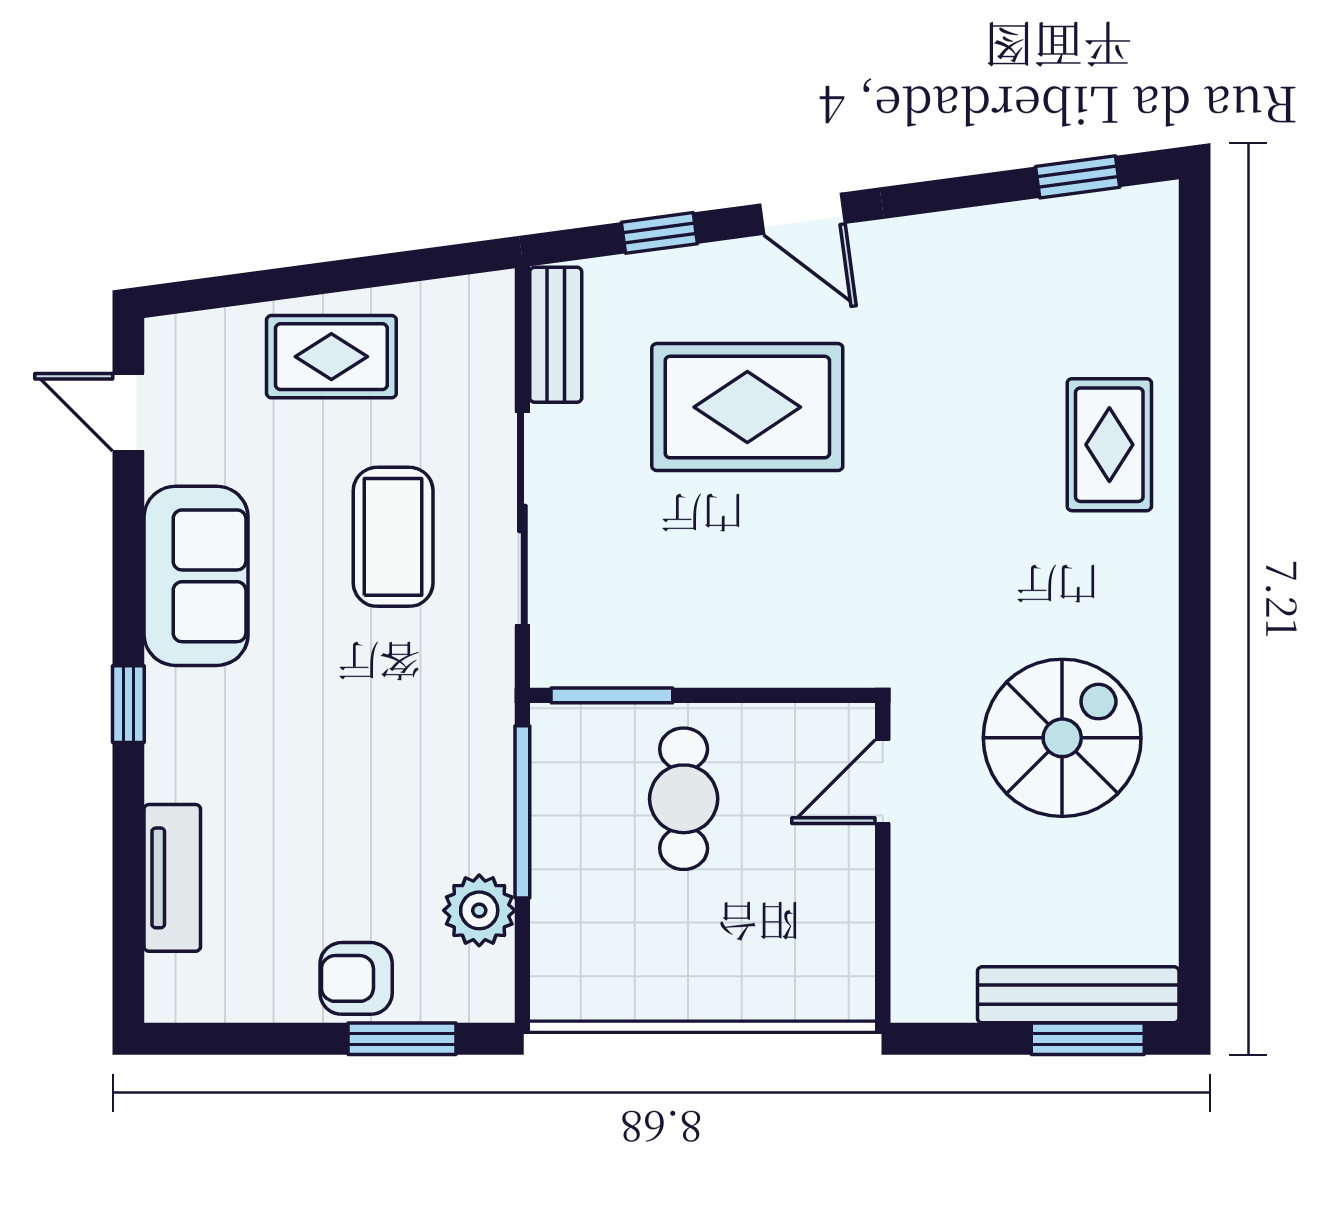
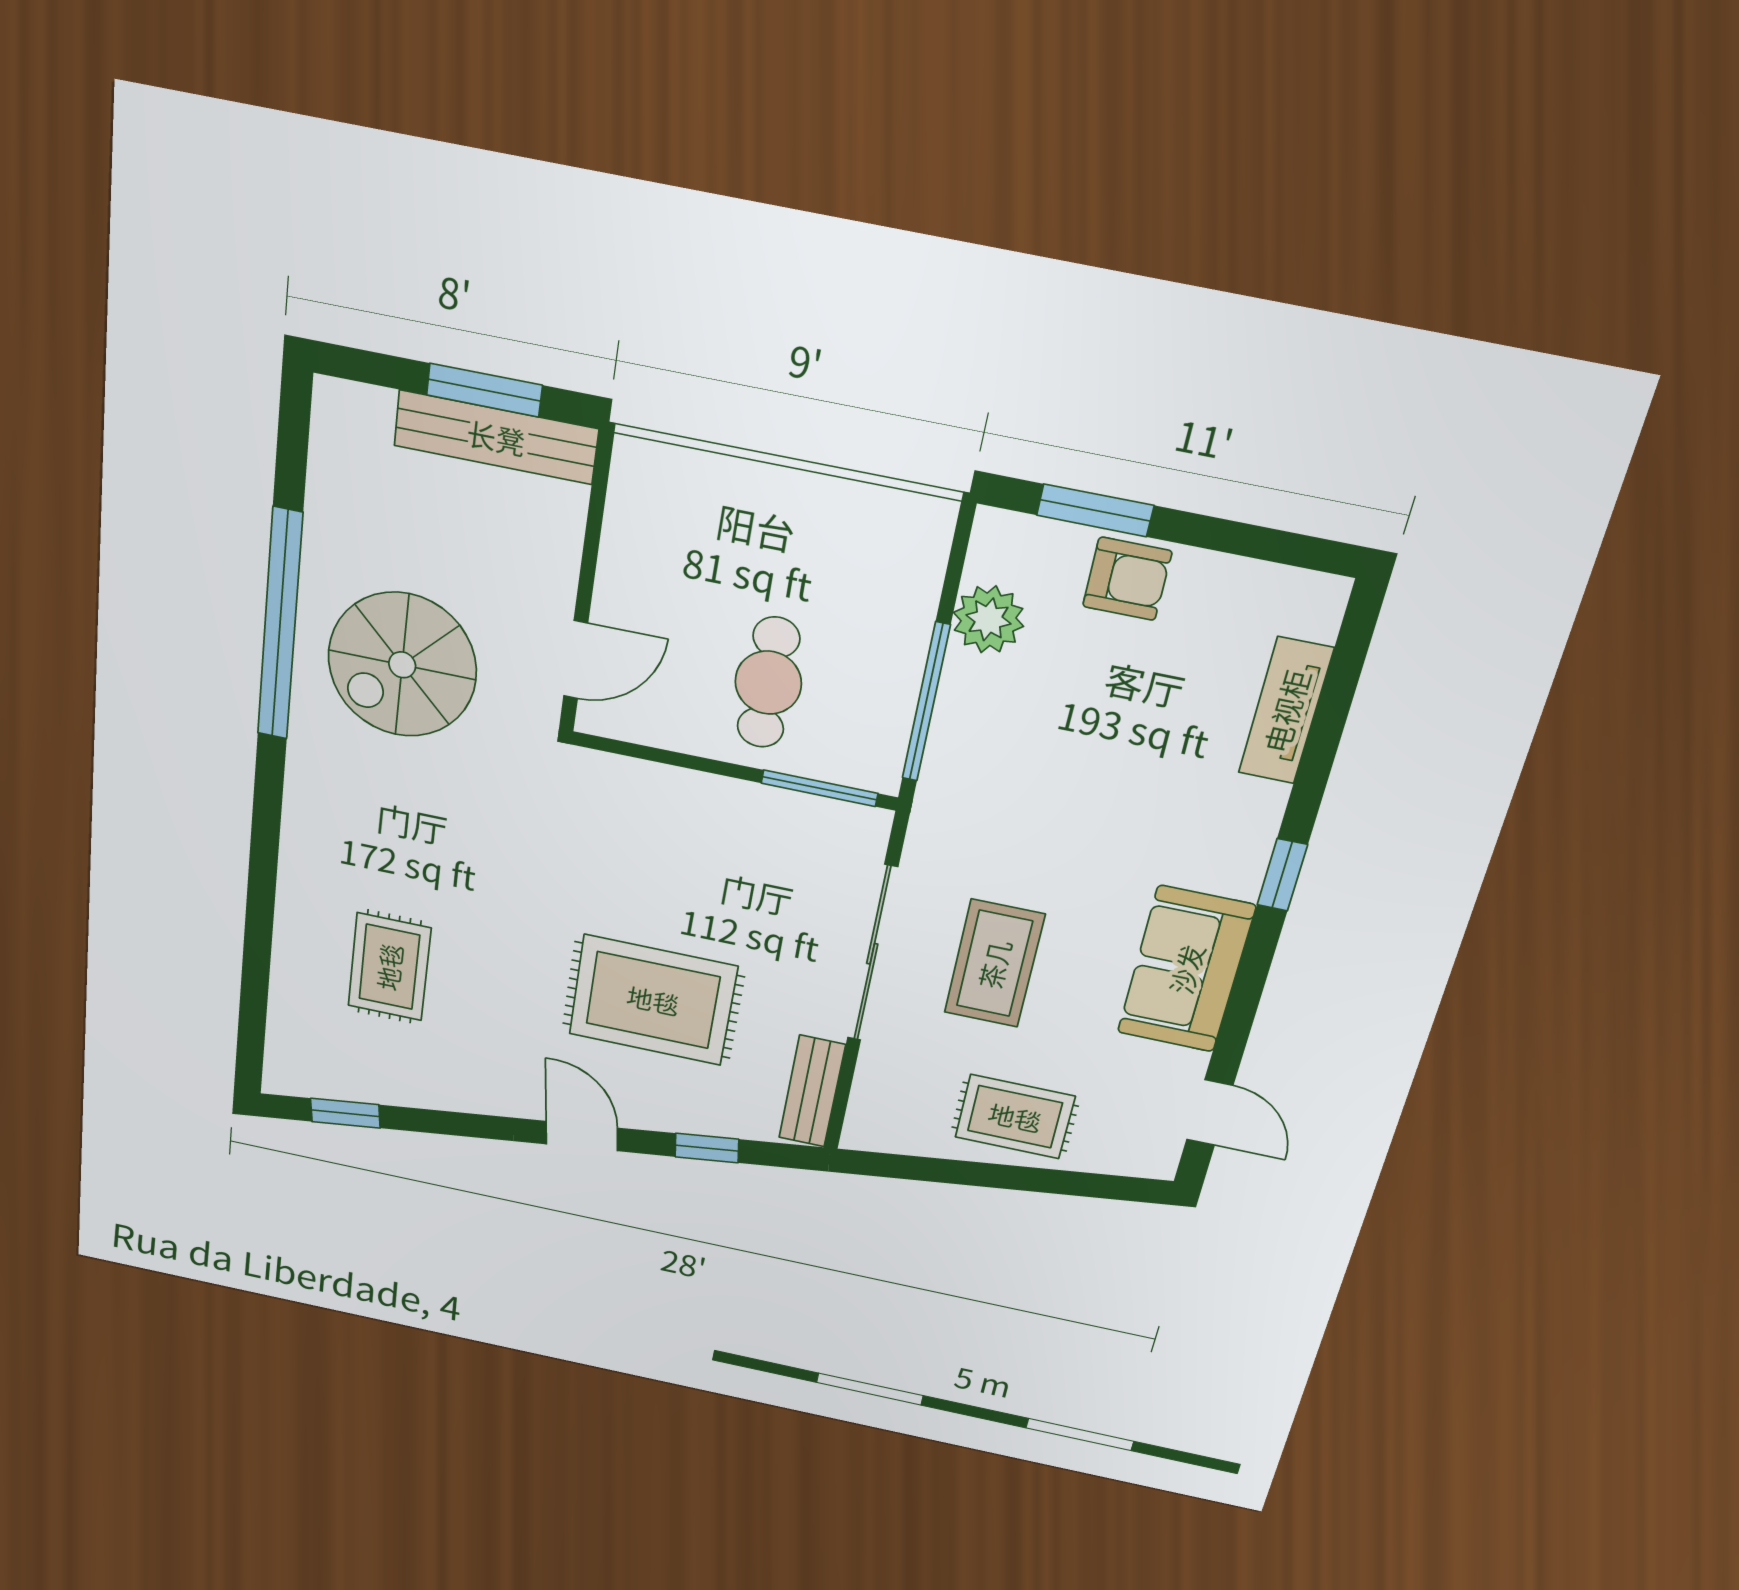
rug: (1109, 445) -> (389, 967), moved
window: (1195, 754) -> (280, 625), added
bench: (1078, 995) -> (496, 437), moved
window: (1088, 1039) -> (484, 390), moved

